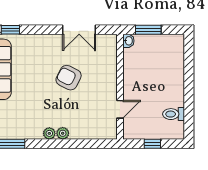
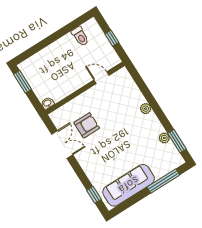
window: (148, 30) -> (23, 82), moved
armchair: (69, 78) -> (87, 125), moved, turned -117
plant: (49, 133) -> (164, 138), moved

